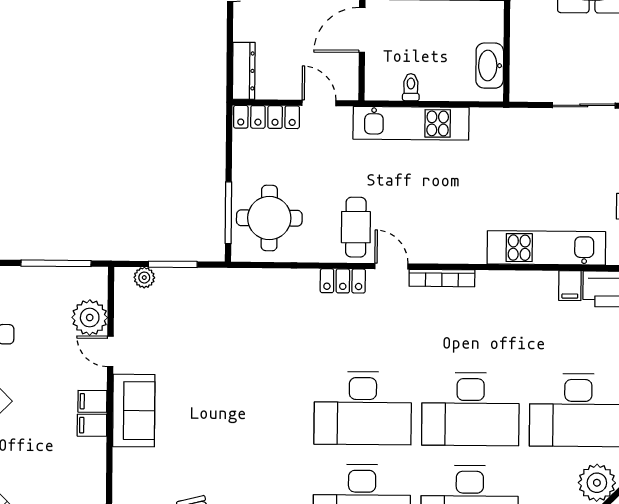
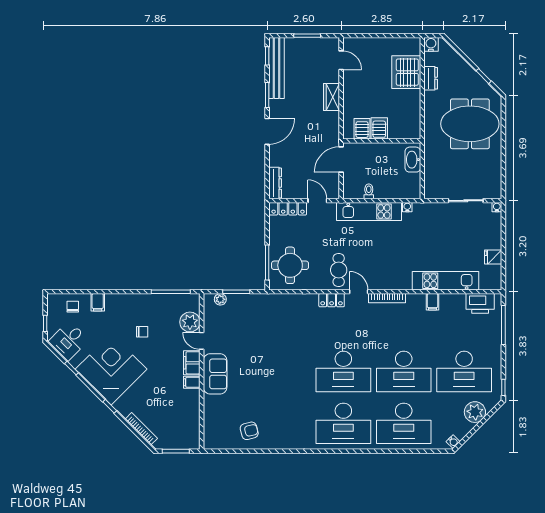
washbasin: (490, 66) -> (413, 160), moved
water cooler: (479, 116) -> (407, 207), added
filing cabinet: (570, 286) -> (433, 302), moved
filing cabinet: (92, 401) -> (192, 363), width x2.00

